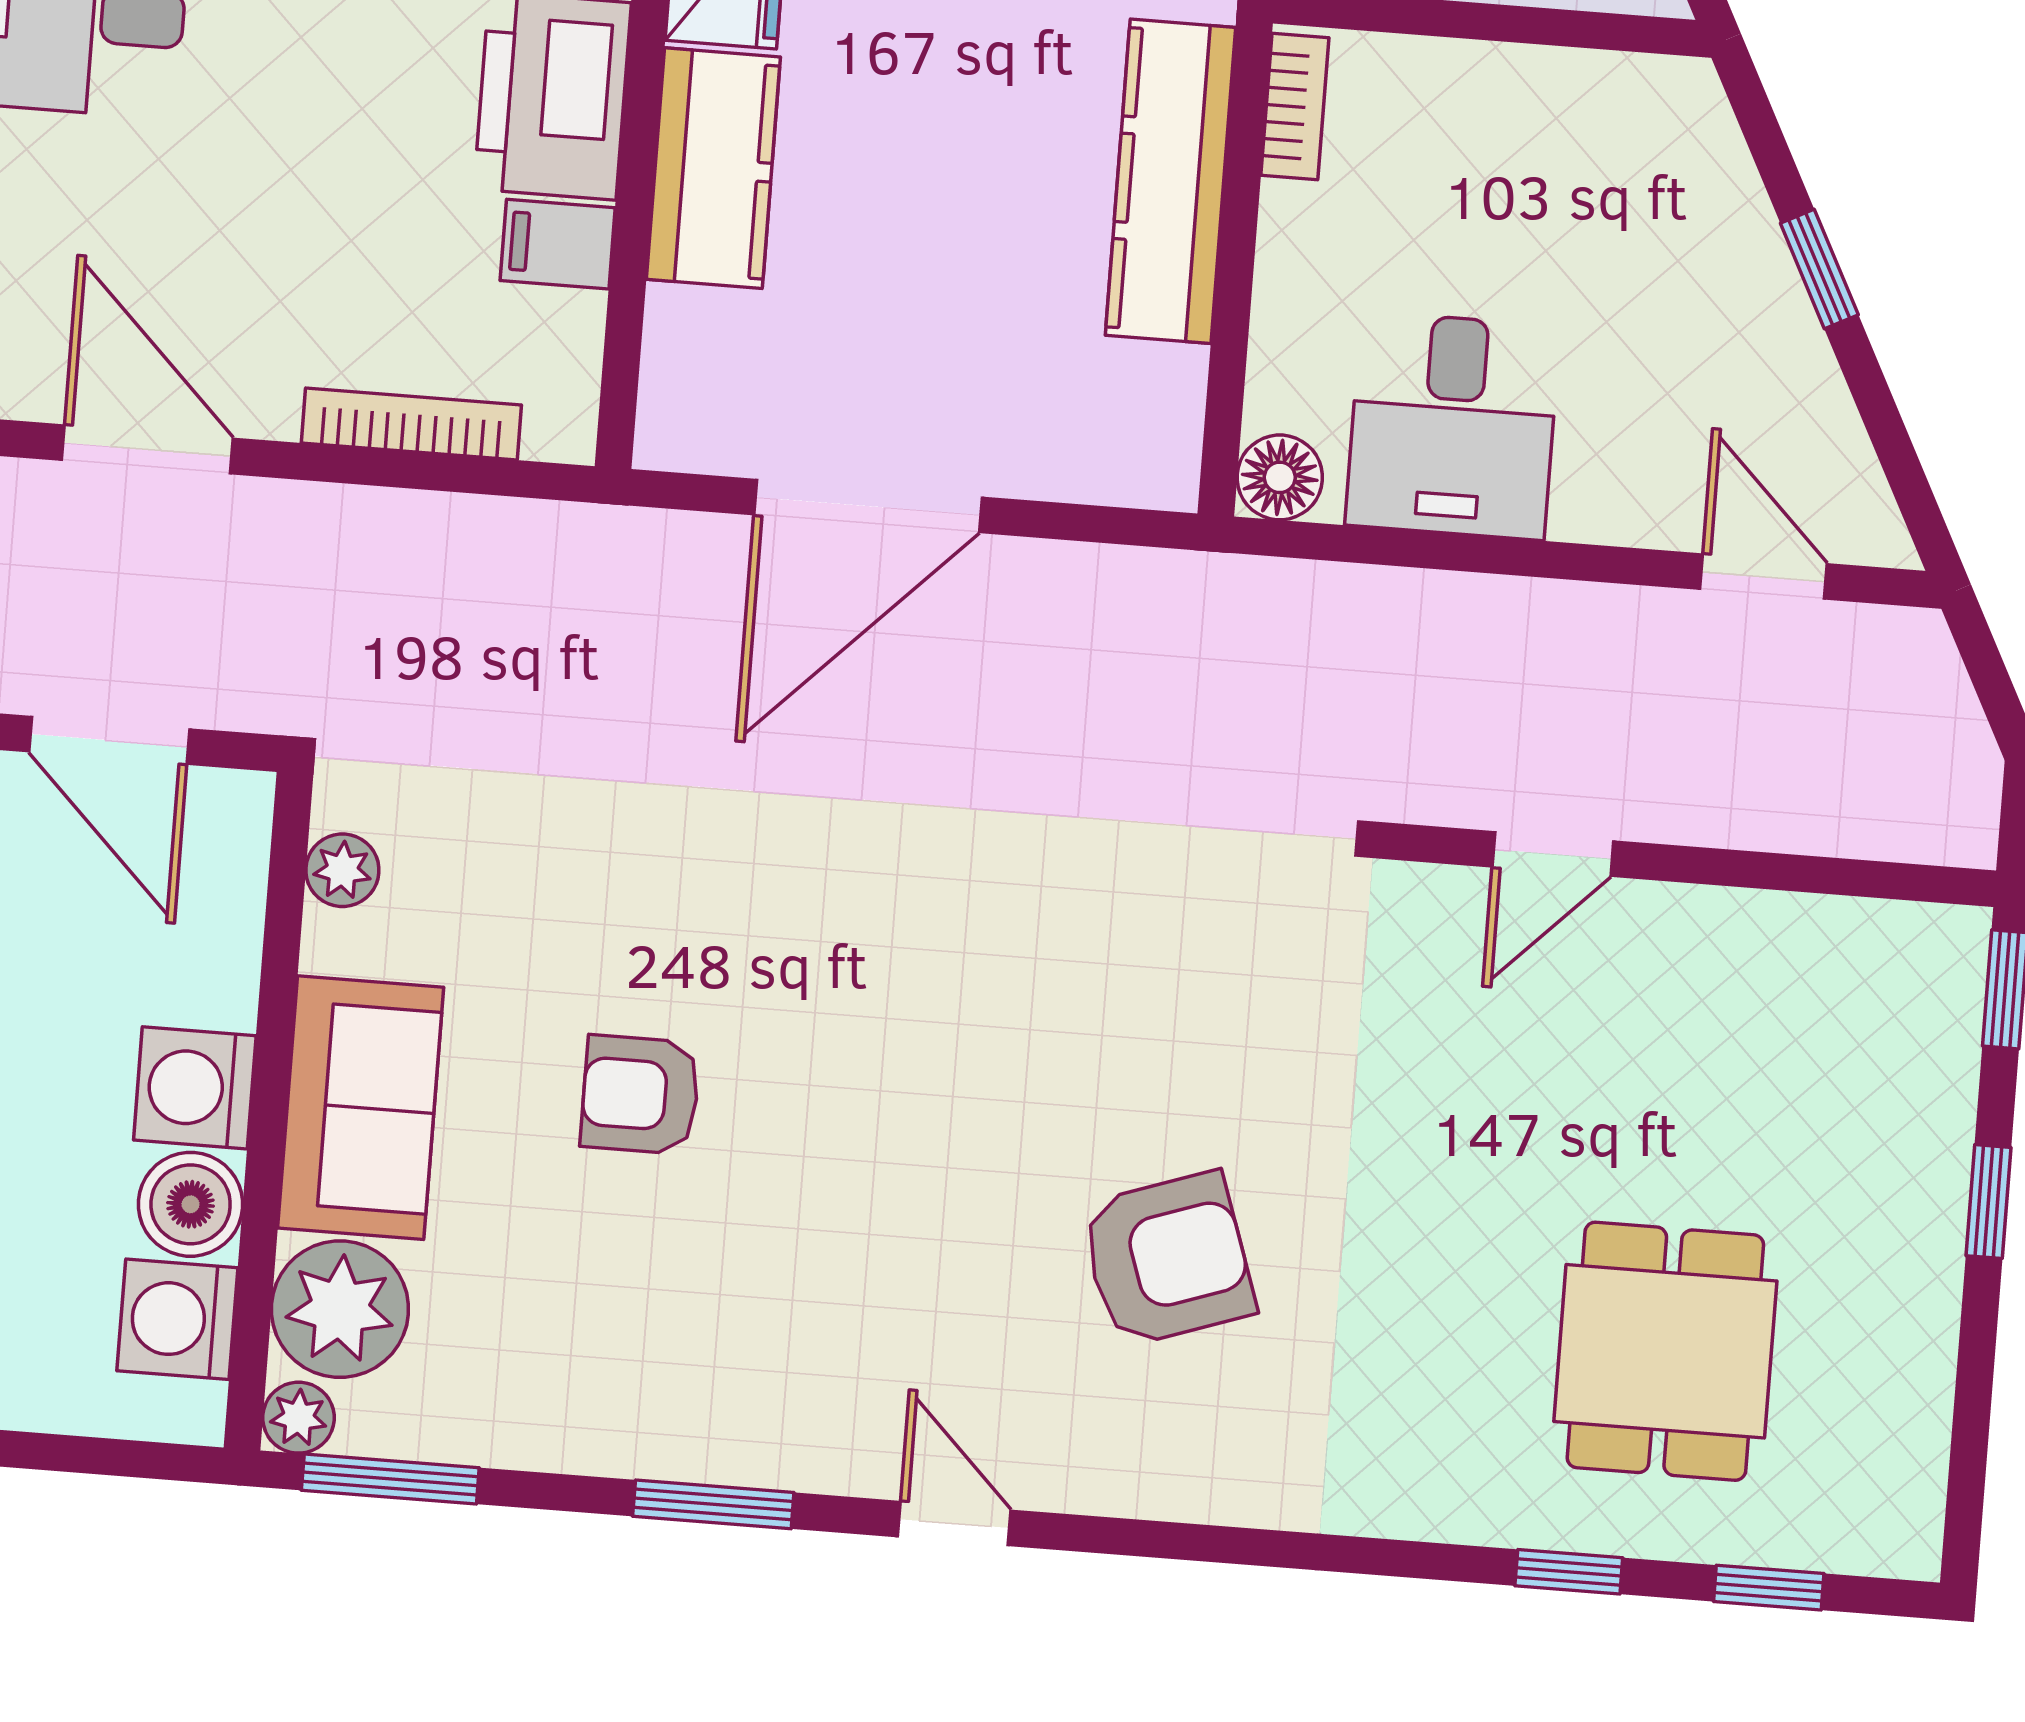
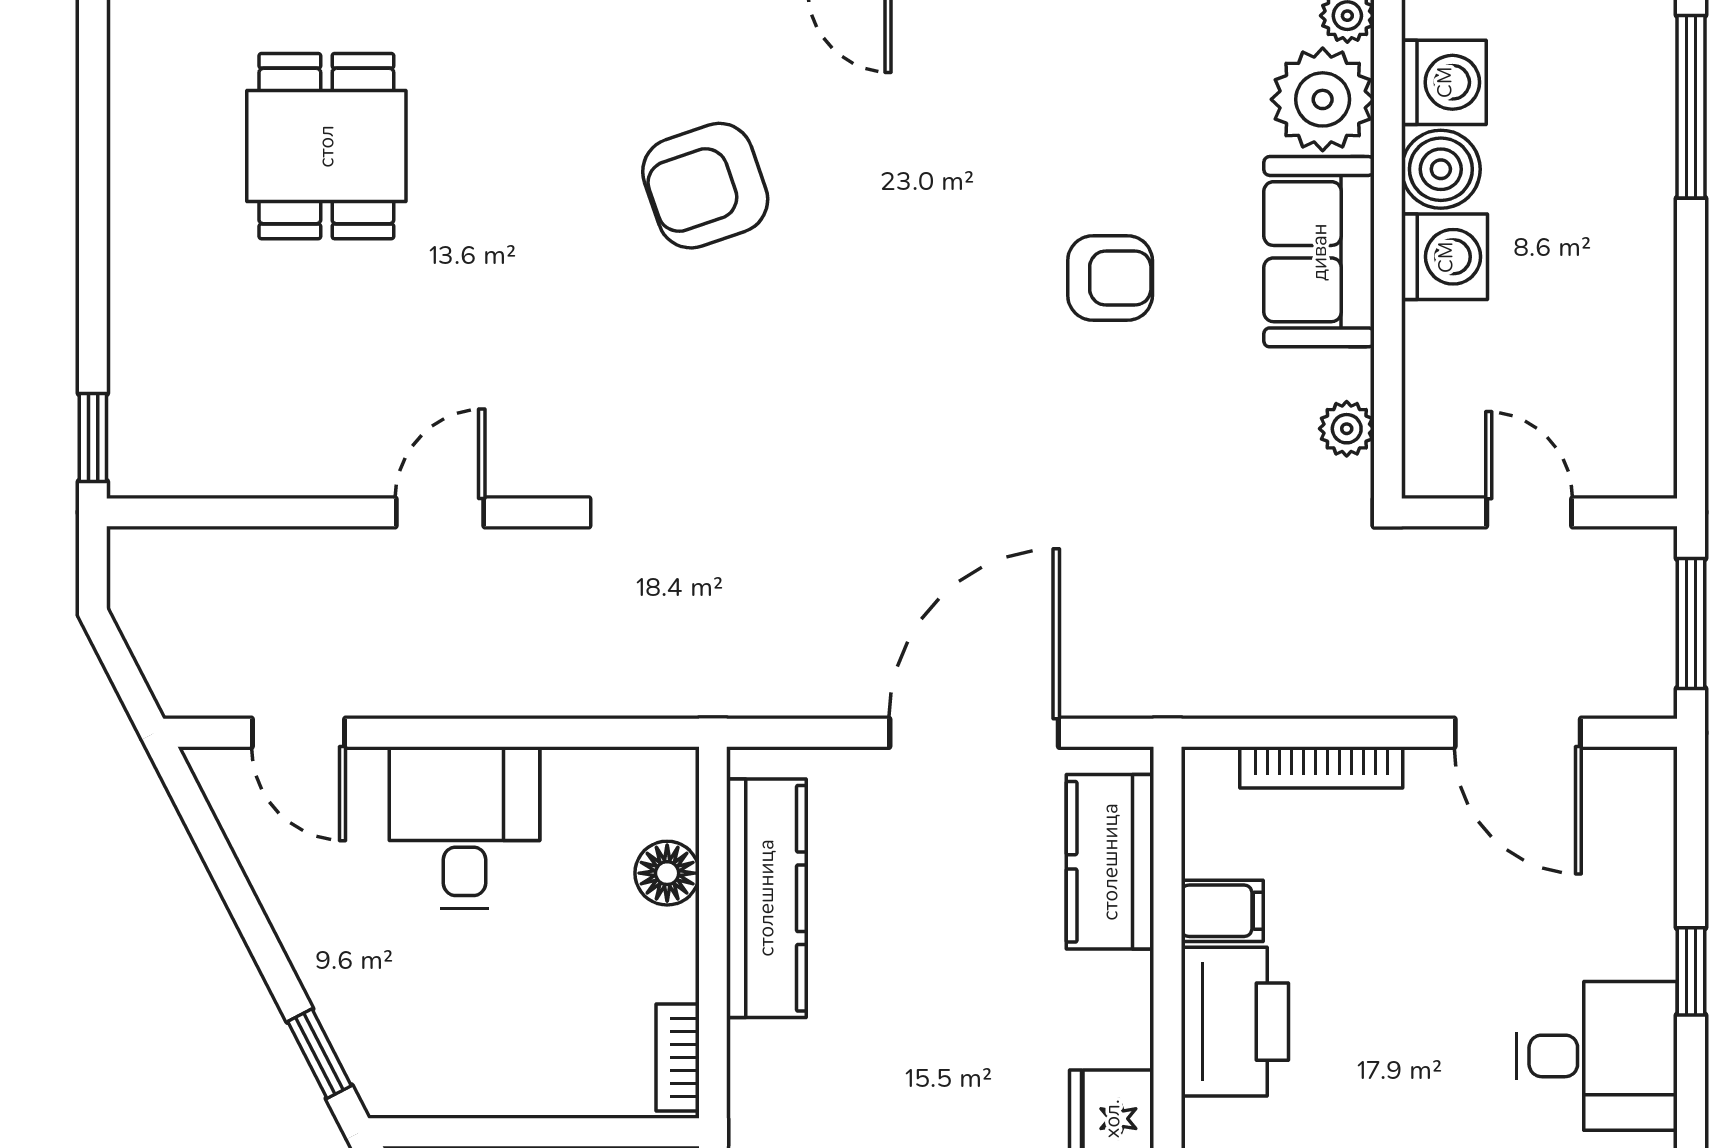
kitchen counter: (713, 168) -> (1110, 862), moved
kitchen counter: (1171, 181) -> (766, 898), moved
window: (1819, 269) -> (319, 1054), moved
desk: (1453, 426) -> (465, 828), moved
floor lamp: (1280, 477) -> (667, 873), moved
door: (109, 740) -> (1529, 512), width x0.73
window: (1988, 1202) -> (93, 277), removed

